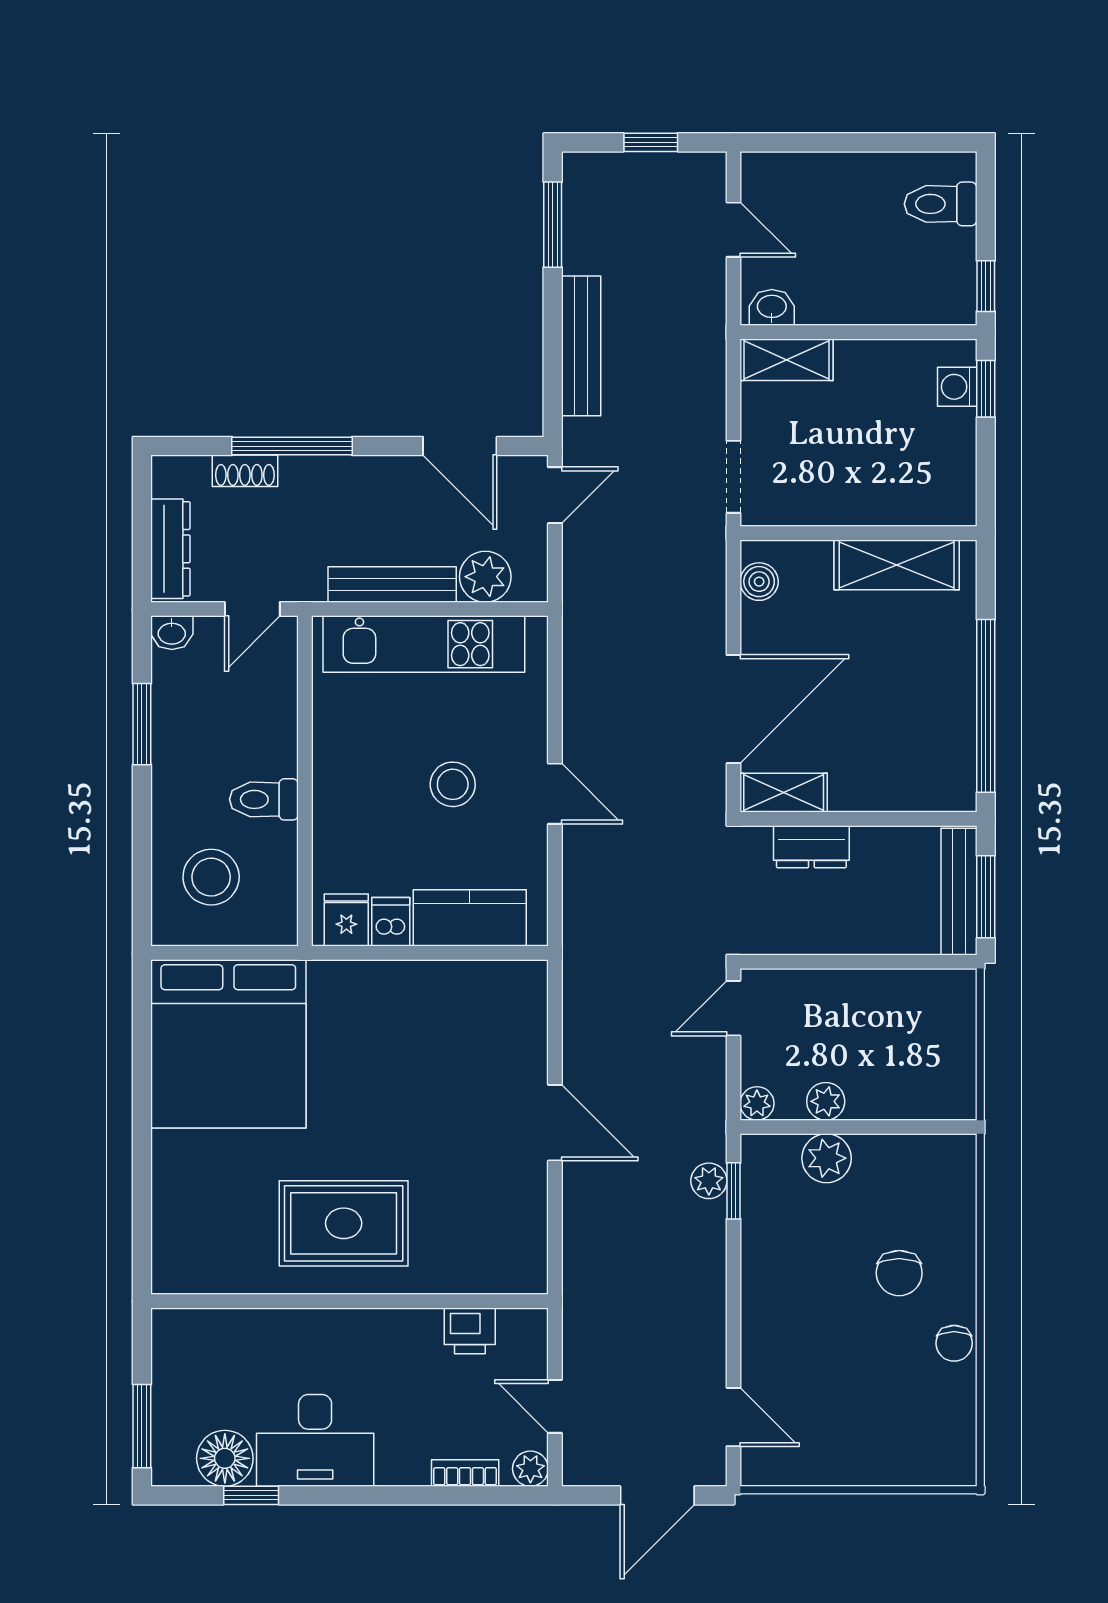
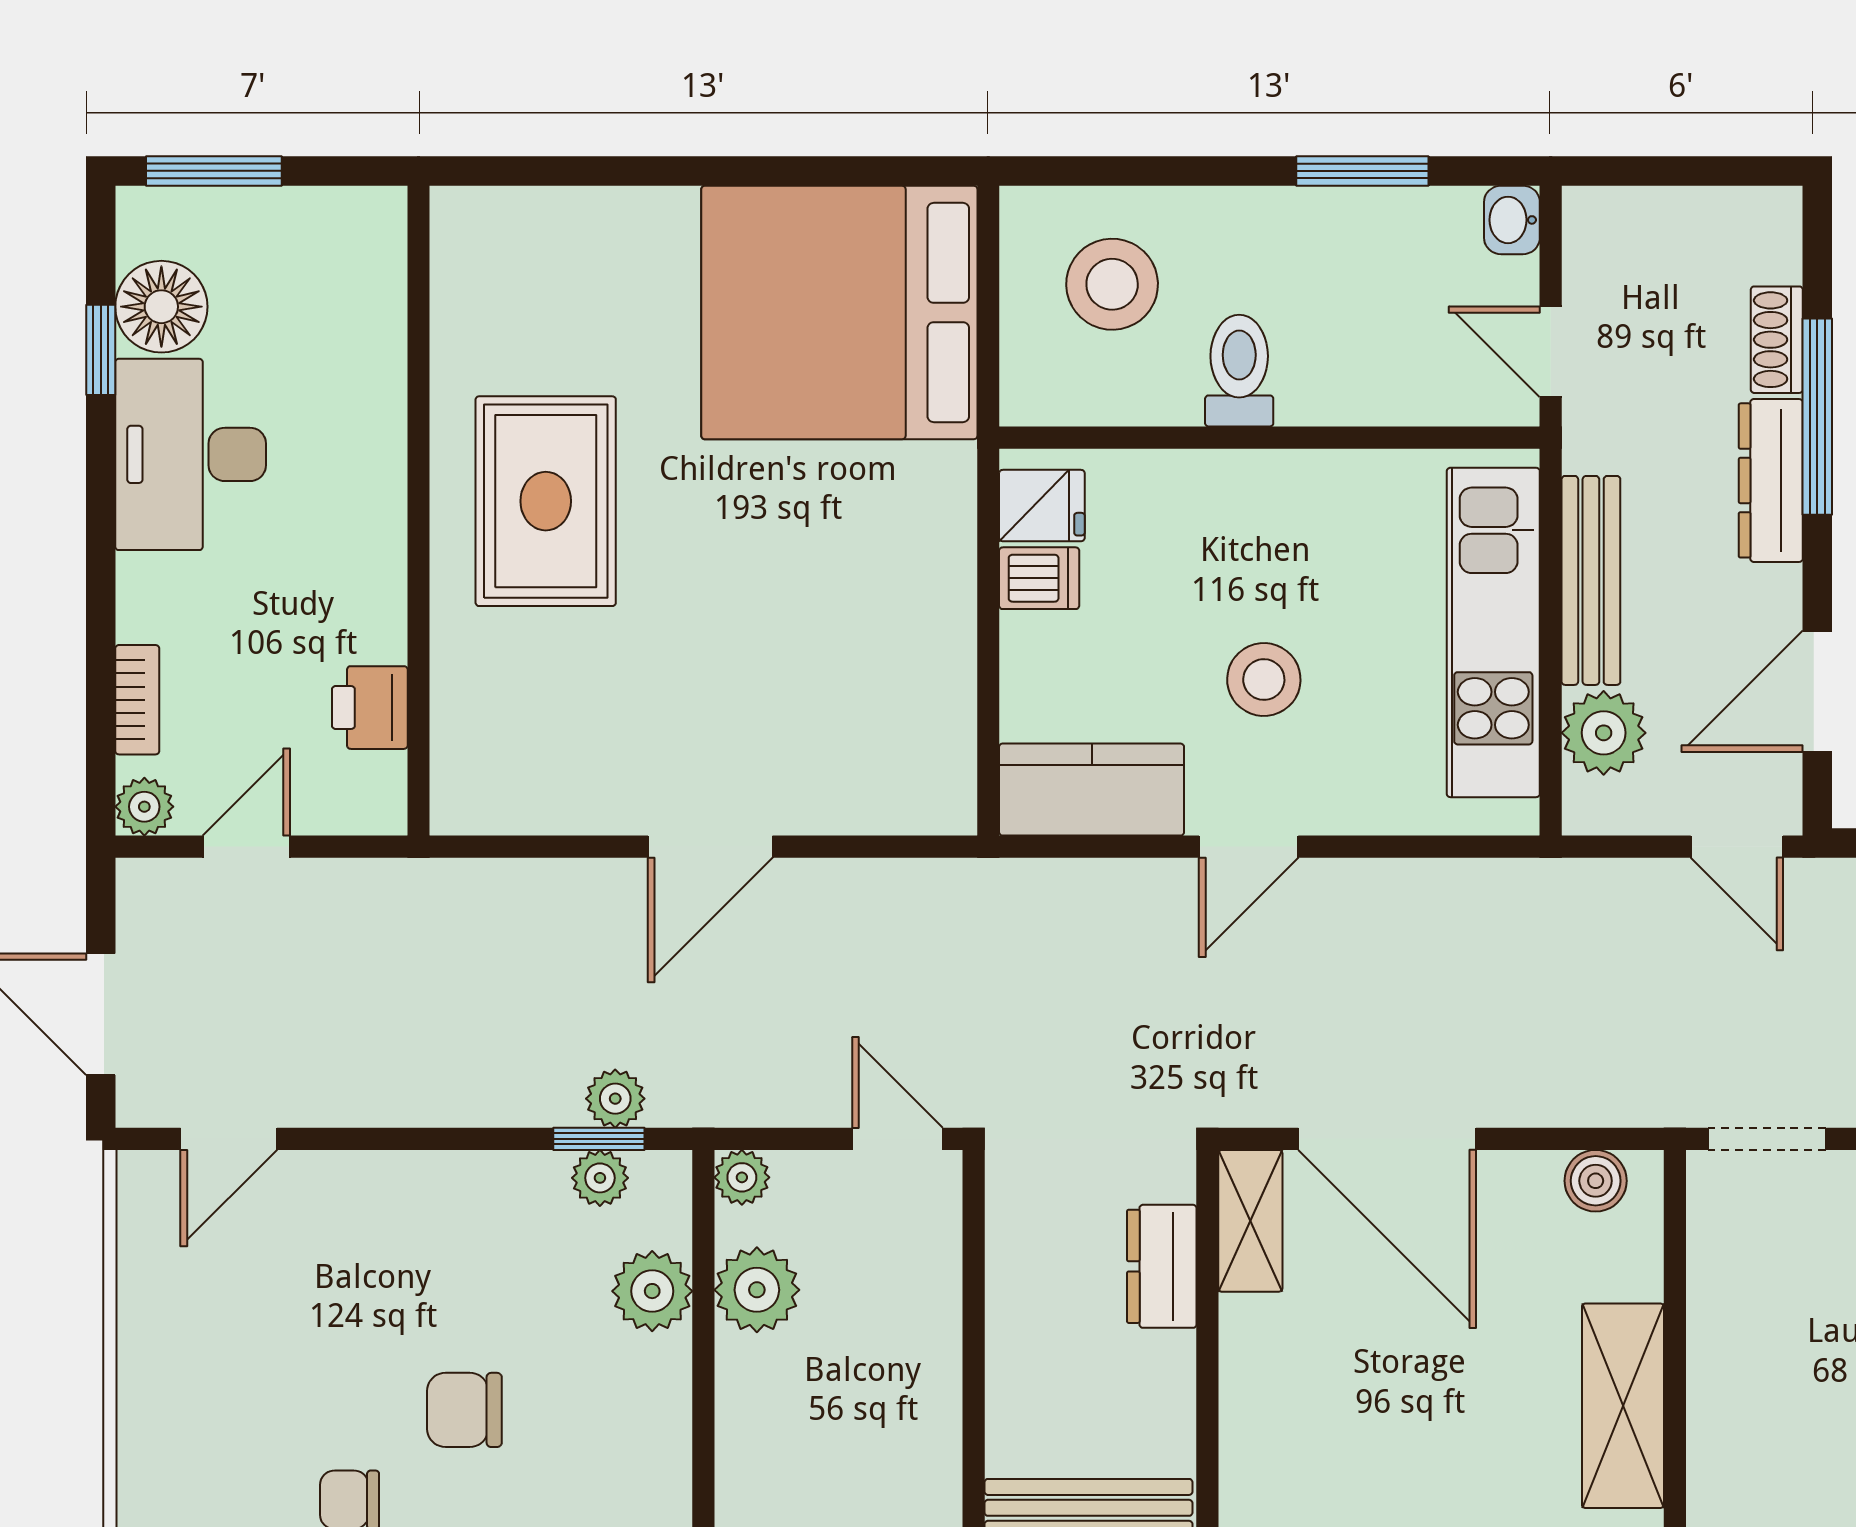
dresser: (170, 549) -> (1771, 480), moved, turned 90
kitchen counter: (470, 918) -> (1092, 790), moved, turned -90
plant: (826, 1101) -> (757, 1290), width x1.38, depth x1.38
plant: (757, 1190) -> (600, 1178), added

